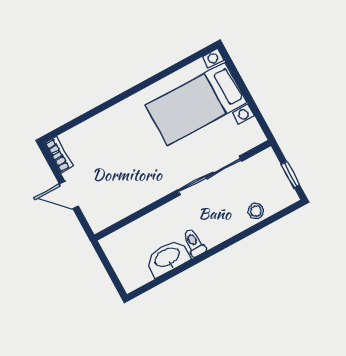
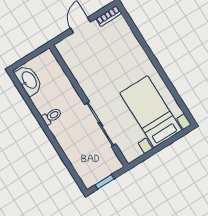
stool: (256, 211) -> (77, 159), removed
washbasin: (167, 258) -> (29, 80), moved

